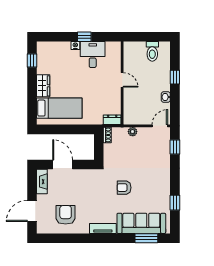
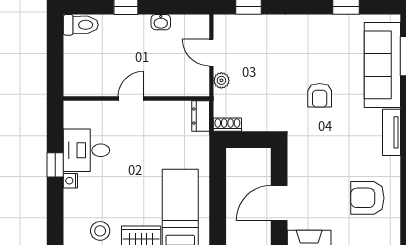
toilet: (152, 51) -> (81, 25), moved
stool: (47, 62) -> (100, 231), added
door: (160, 126) -> (211, 53), moved

